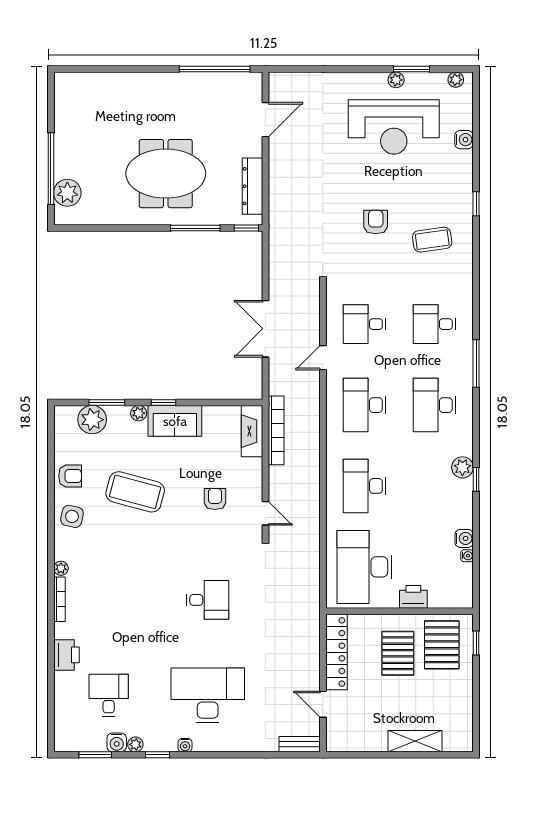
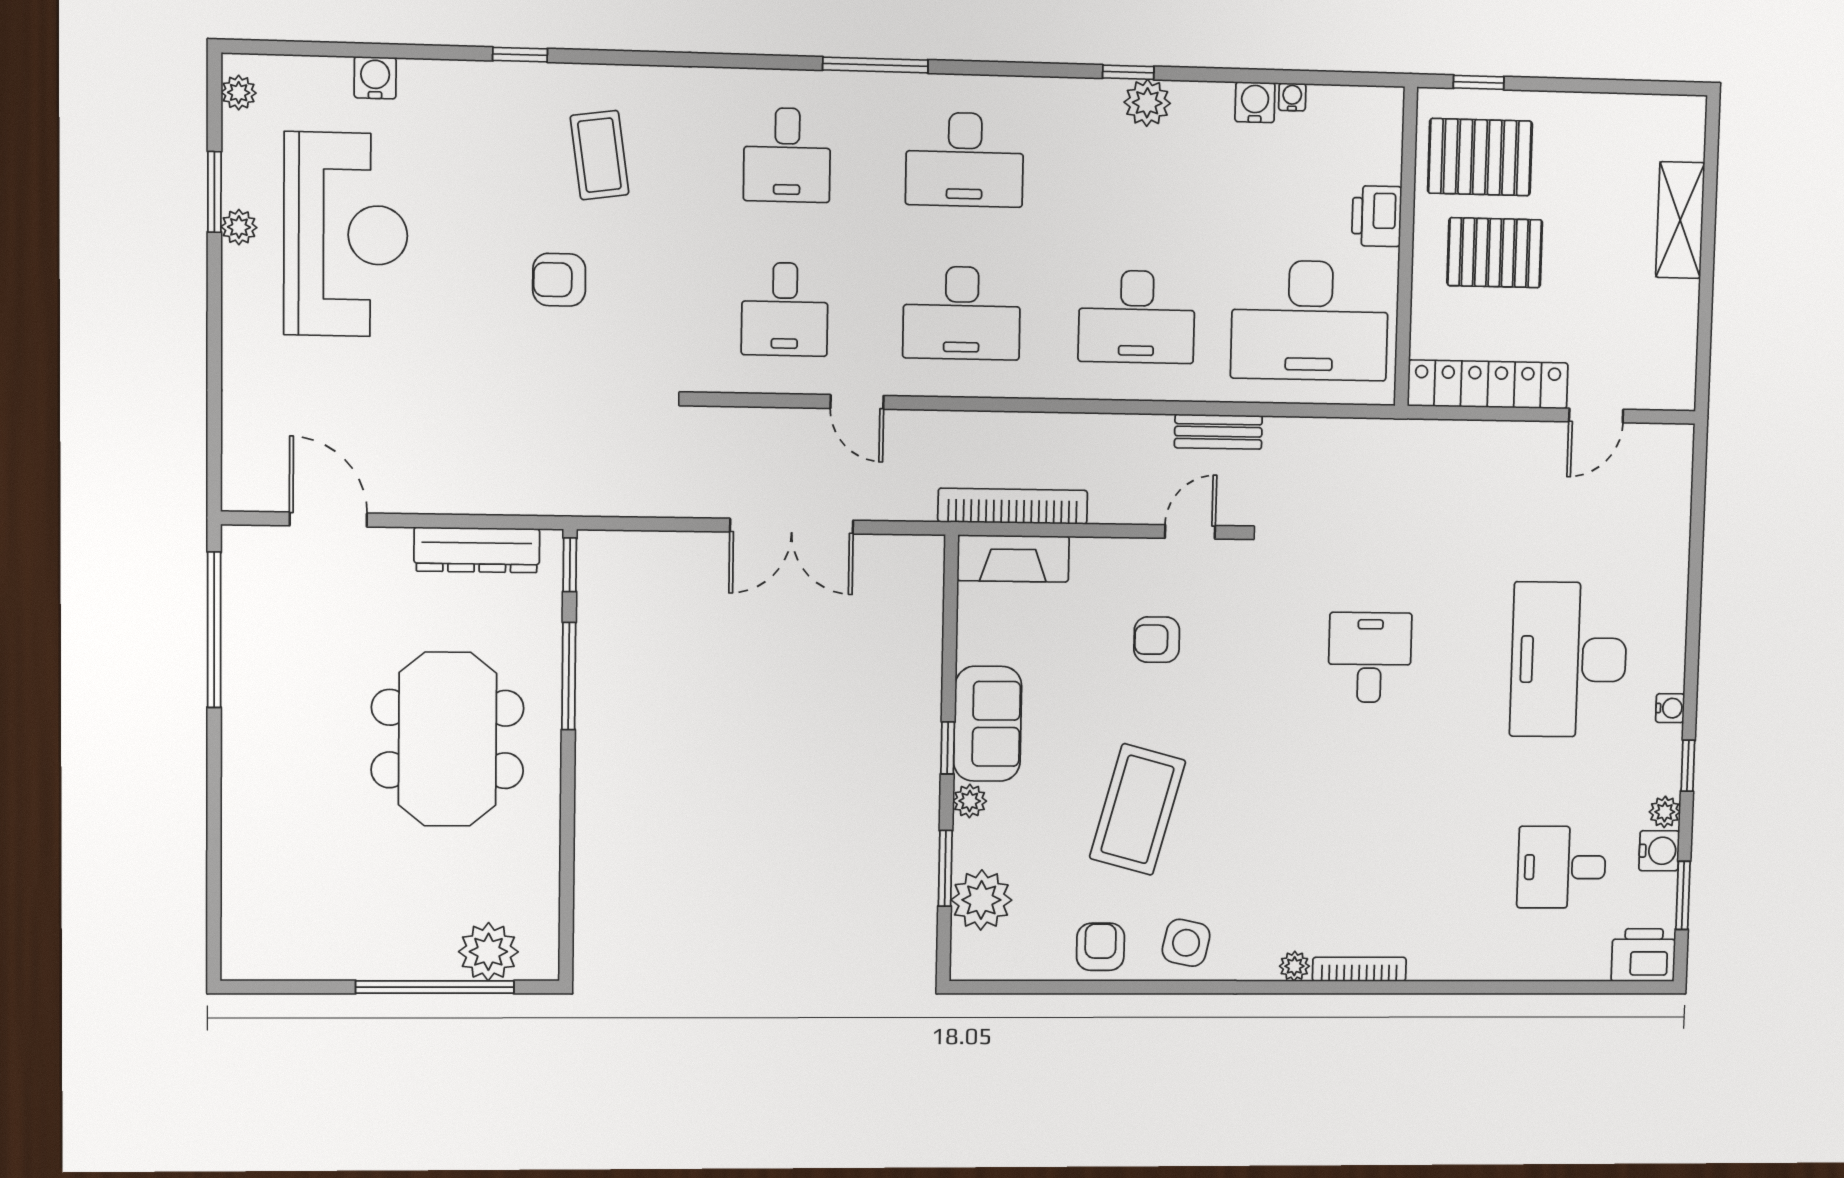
plant: (462, 467) -> (1147, 103), moved
printer: (66, 655) -> (1643, 955), moved
bench: (300, 744) -> (1218, 432), moved, turned 90

